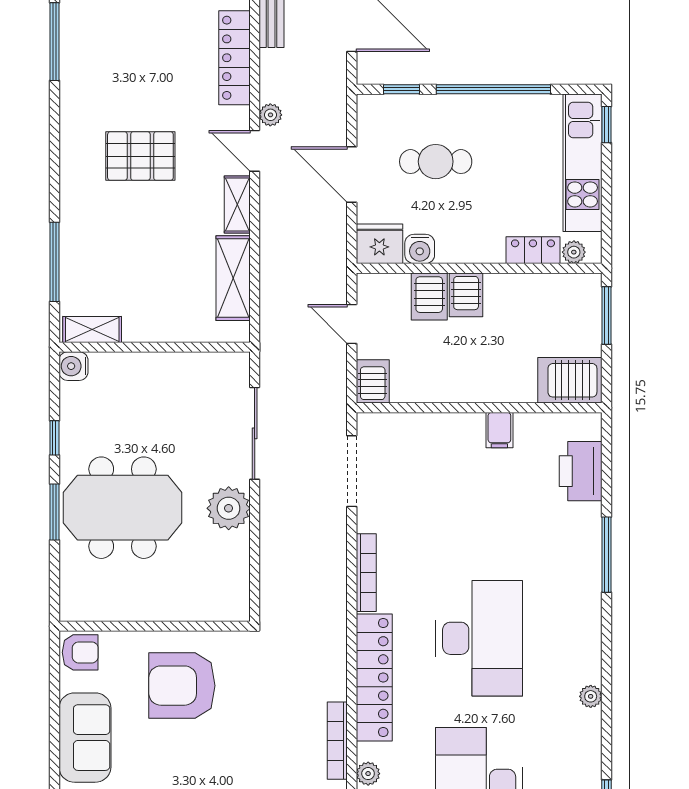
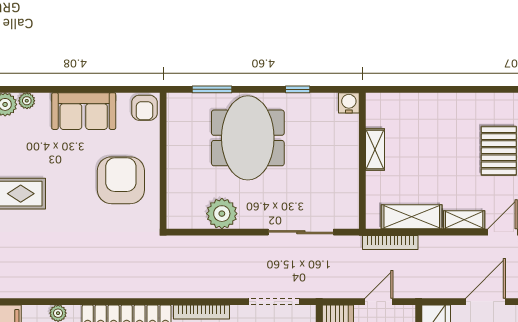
window: (54, 262) -> (423, 89), removed
shelving: (92, 329) -> (375, 149), moved
plant: (229, 508) -> (222, 214), moved
window: (54, 512) -> (212, 89), moved
bookcase: (337, 741) -> (390, 243), moved, turned 180

